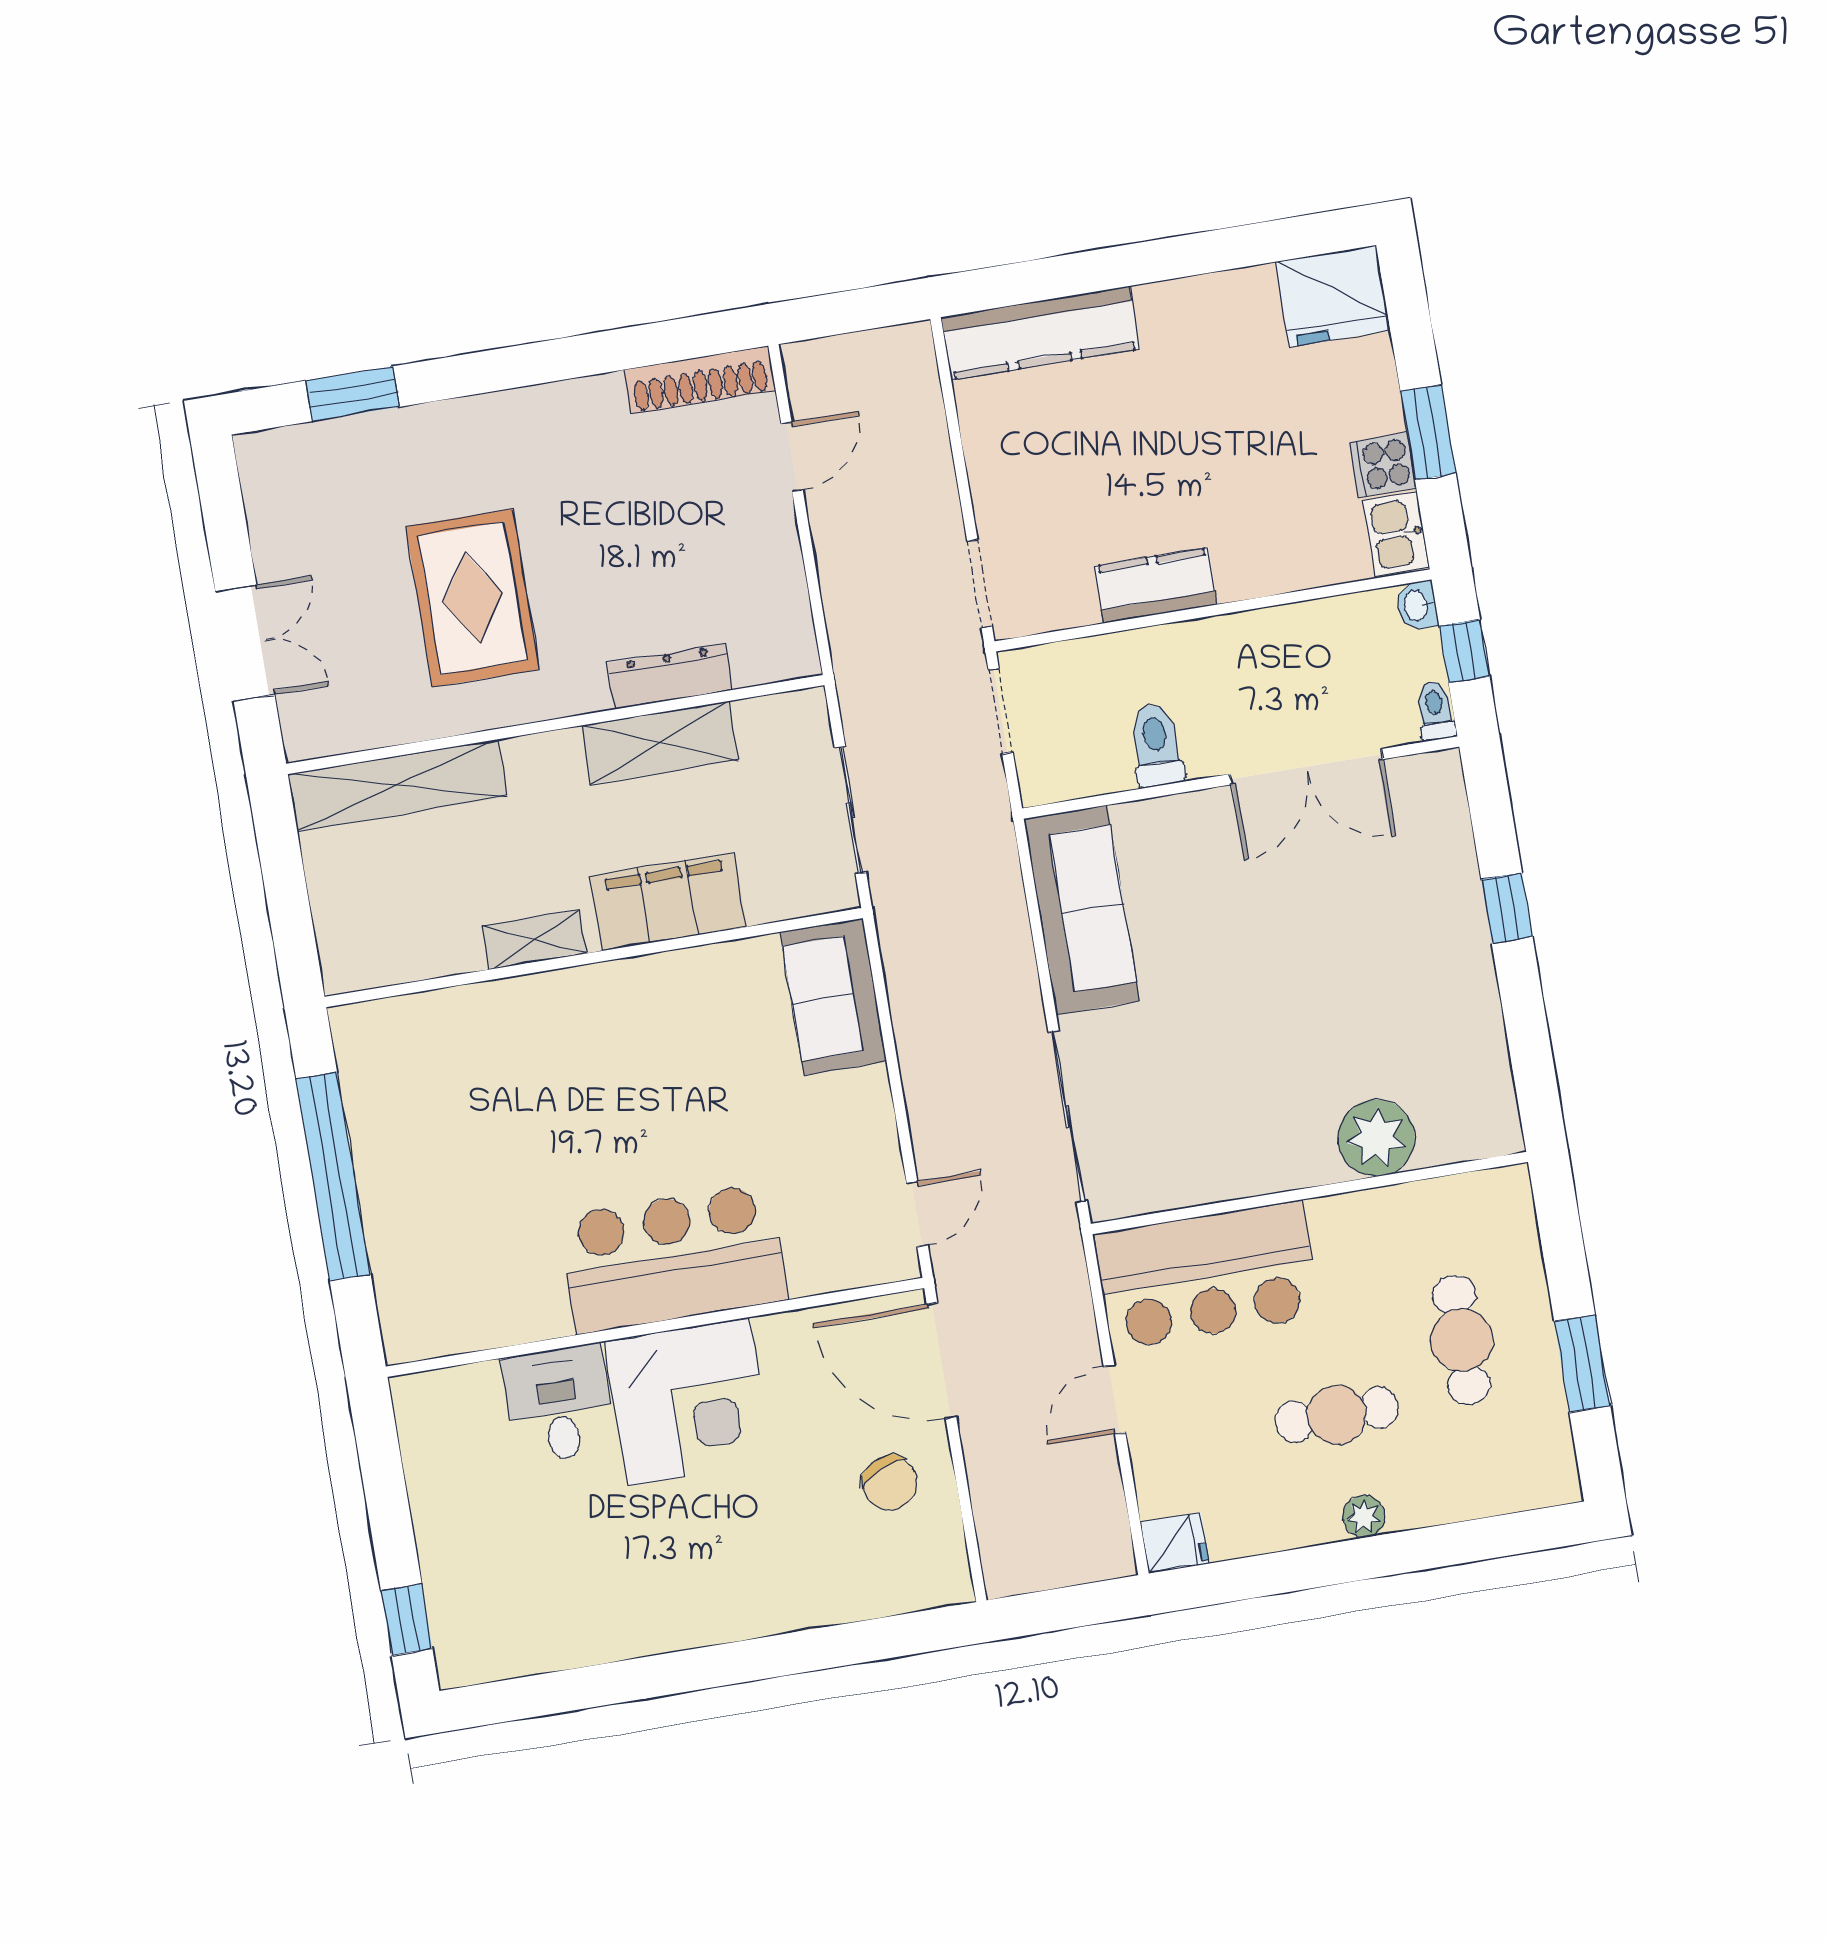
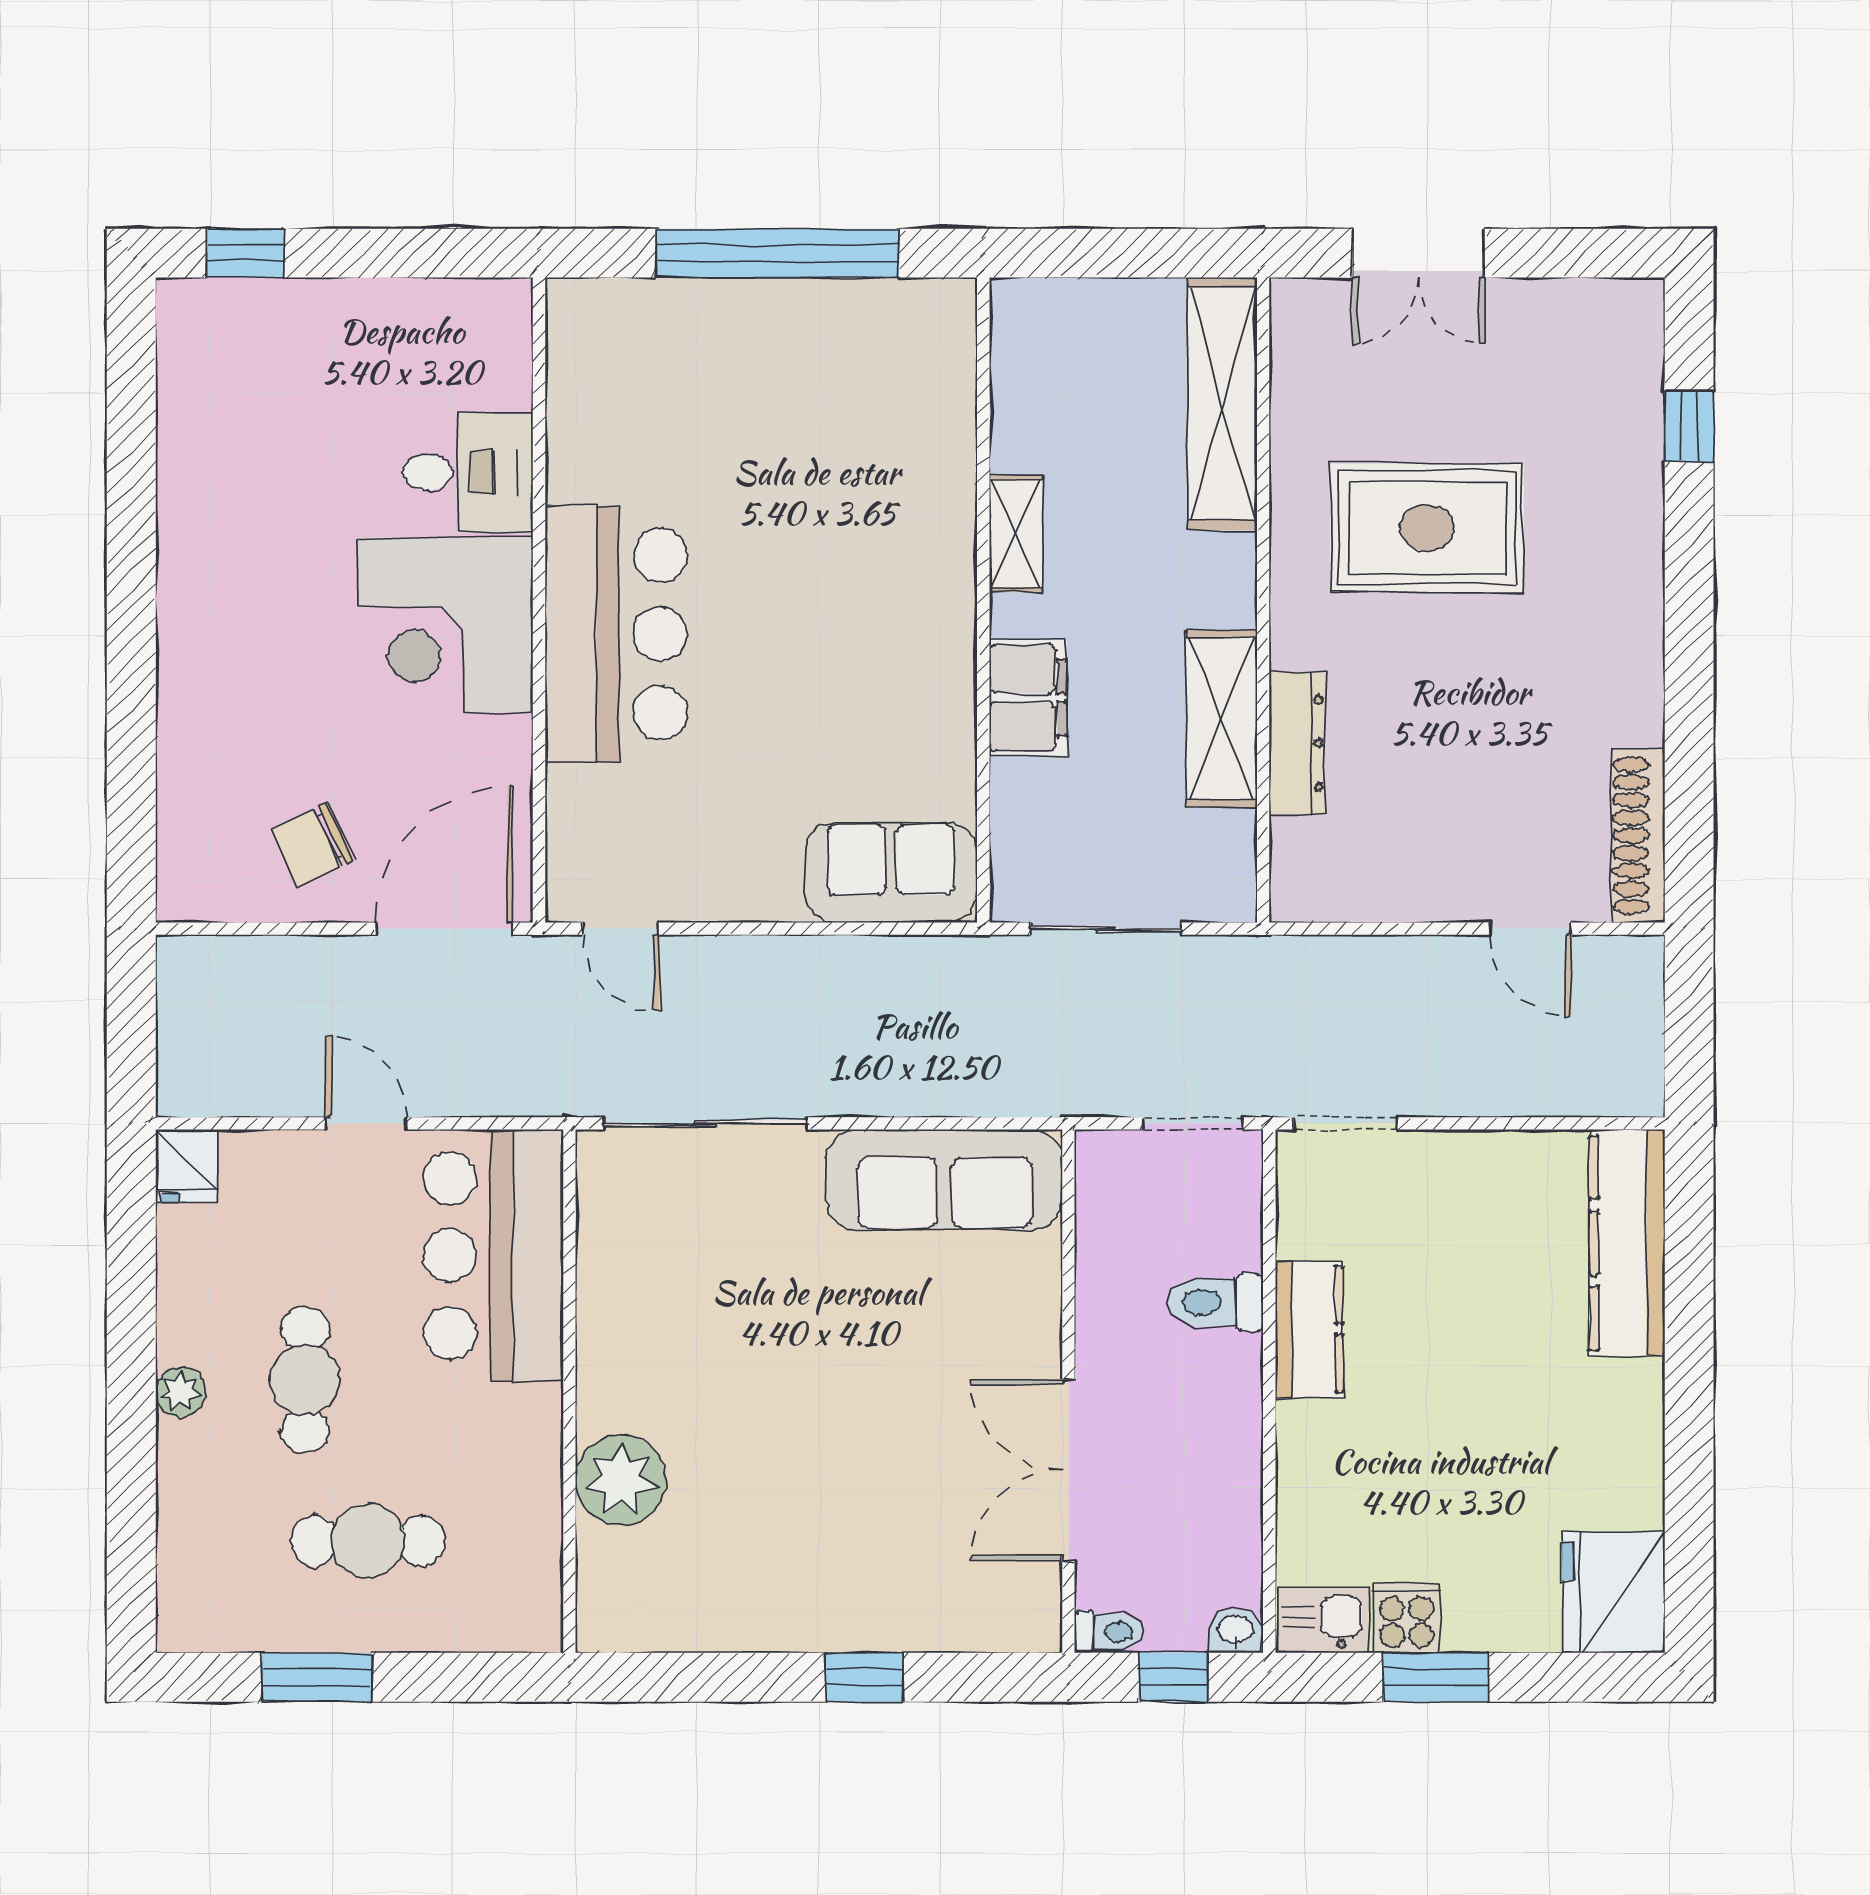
window: (352, 394) -> (1689, 427), width x0.67
toilet: (1156, 745) -> (1215, 1302), moved, turned 180
filing cabinet: (668, 901) -> (1028, 698), width x0.67, depth x0.86

